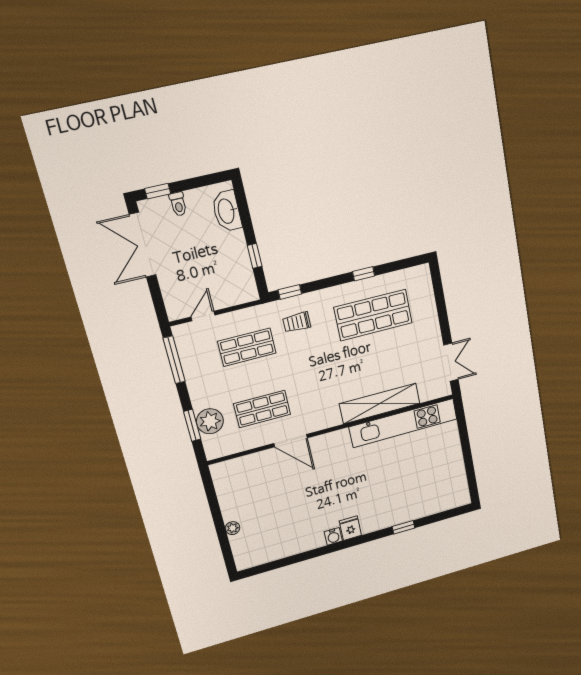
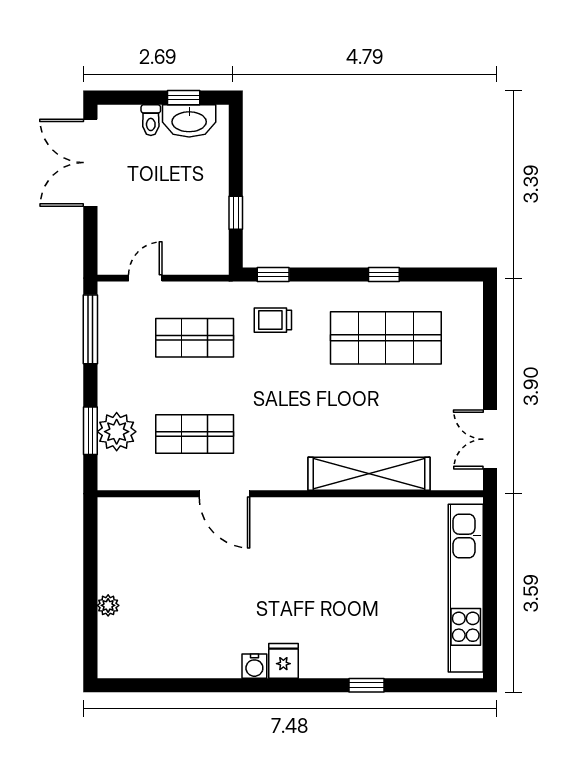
window: (158, 191) -> (184, 98), moved
washbasin: (227, 211) -> (189, 121), moved, turned -90
double door: (451, 362) -> (490, 439), swing flipped
kitchen unit: (403, 423) -> (466, 588), moved, turned 90

